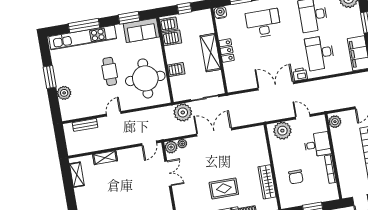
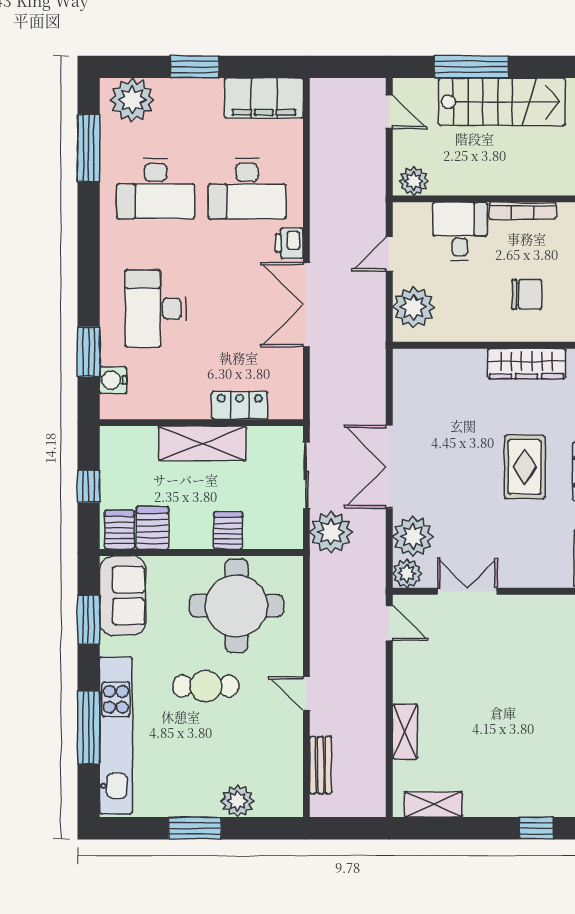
water cooler: (220, 13) -> (113, 380), moved
locker: (226, 51) -> (240, 405), moved
plant: (182, 144) -> (413, 536), width x1.87, depth x1.87

